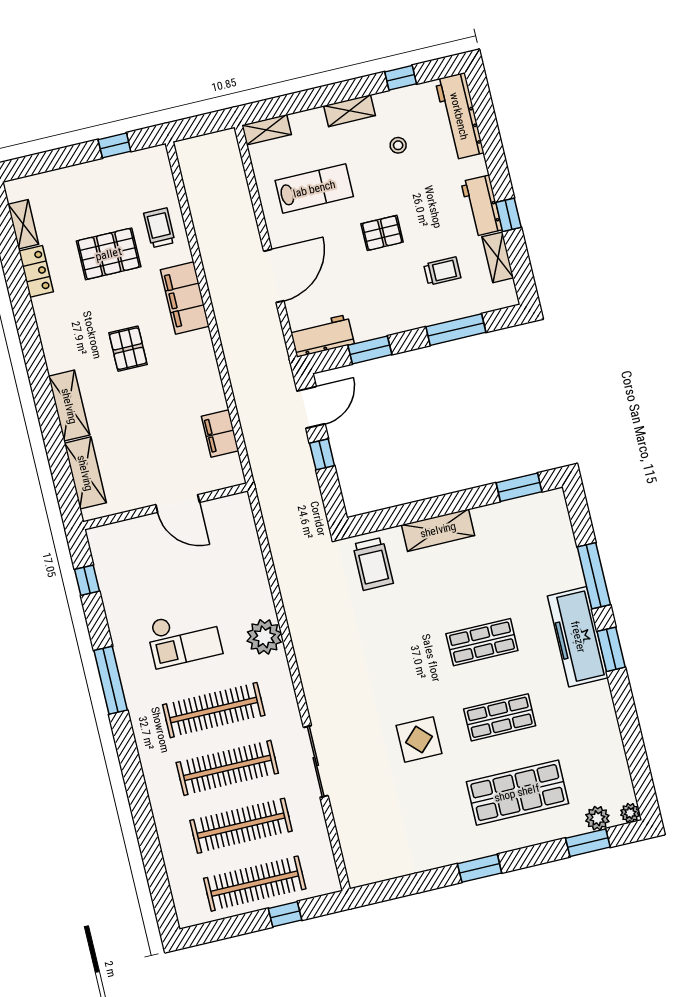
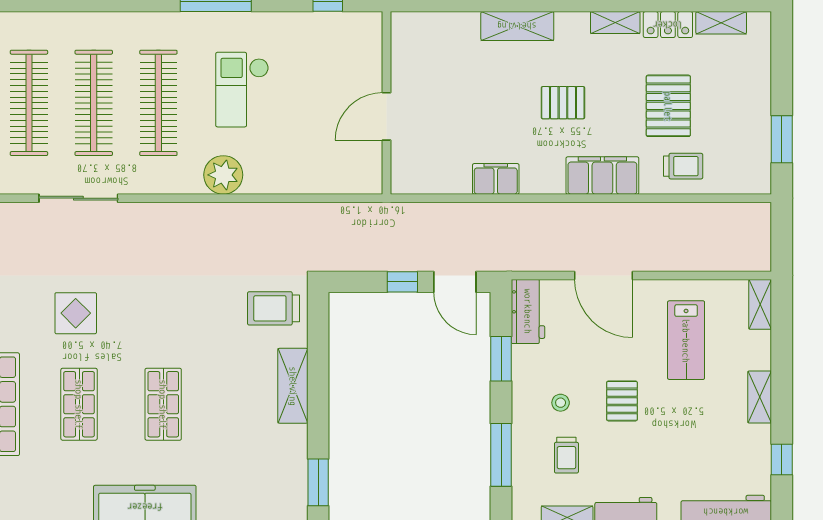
window: (114, 145) -> (782, 139), width x1.50
stool: (398, 145) -> (561, 403), moved
filing cabinet: (220, 433) -> (496, 179), moved
shelving: (85, 473) -> (615, 23), moved, width x0.67, depth x0.75

